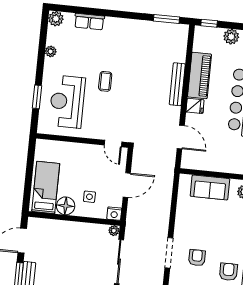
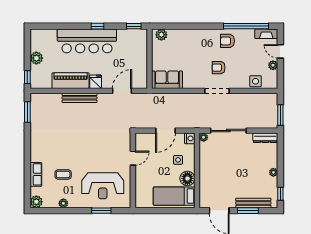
coffee table: (105, 81) -> (63, 174), moved
door: (113, 144) -> (133, 158), moved
door: (127, 185) -> (165, 131), swing flipped
sofa: (210, 187) -> (167, 80), moved, turned -90

